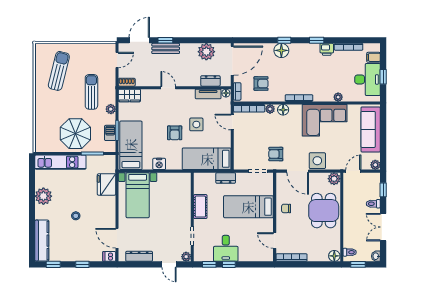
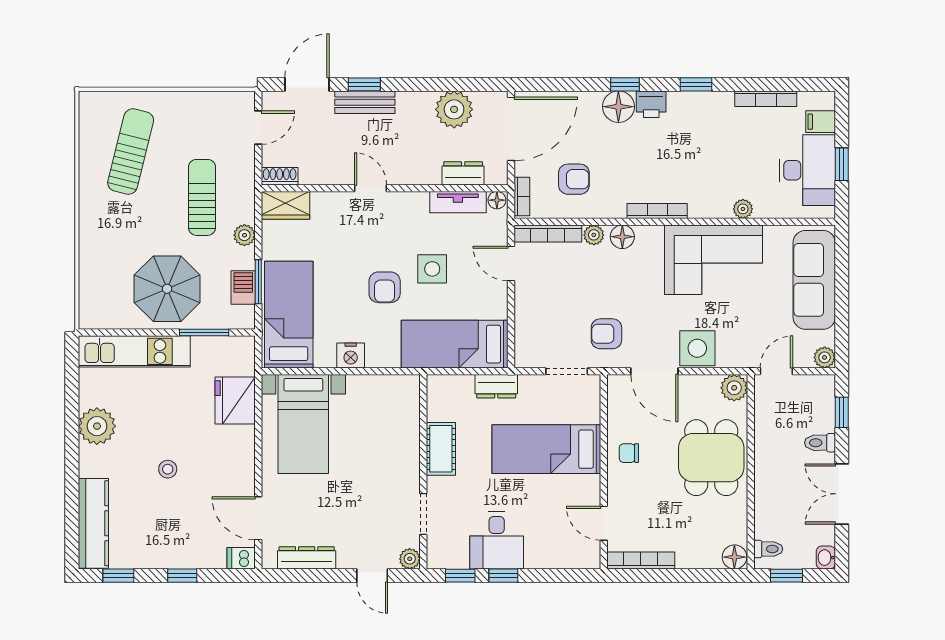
printer: (327, 49) -> (651, 104), moved

